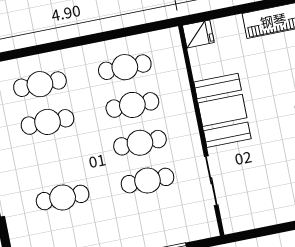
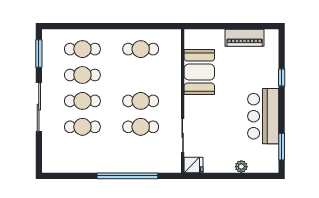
fridge: (198, 34) -> (194, 165), moved
cafe table: (132, 105) -> (82, 101), moved
booth: (222, 110) -> (199, 72), moved

